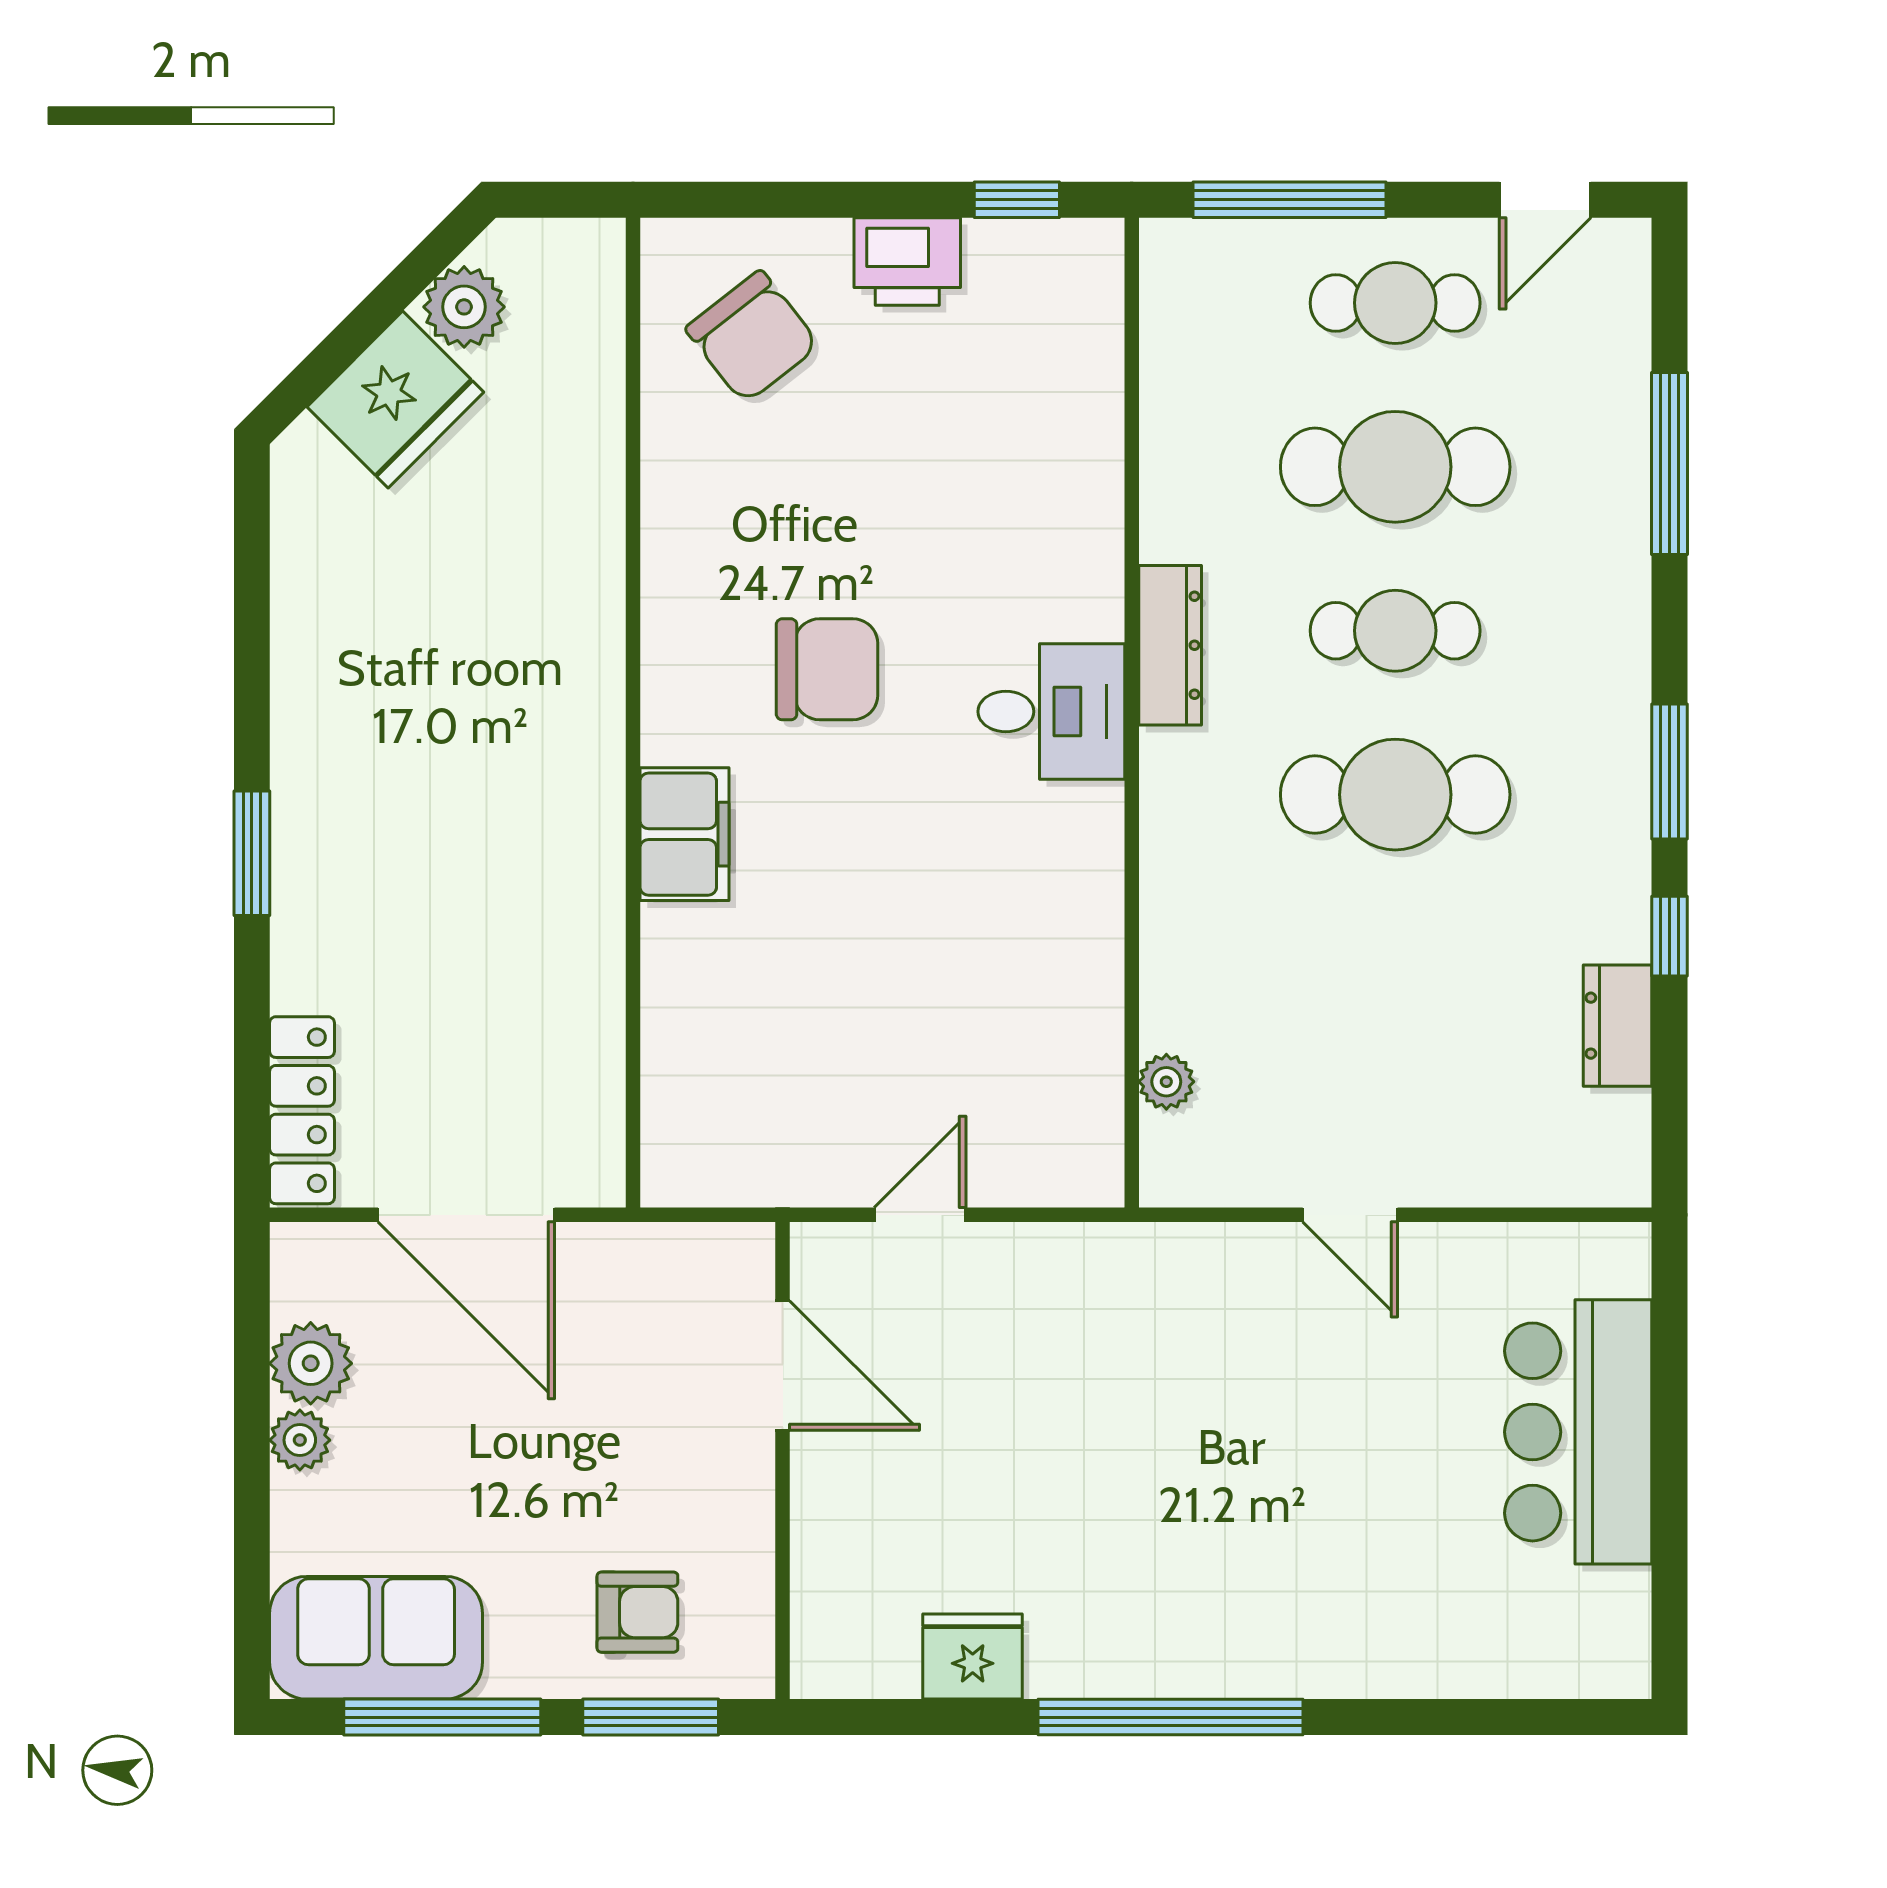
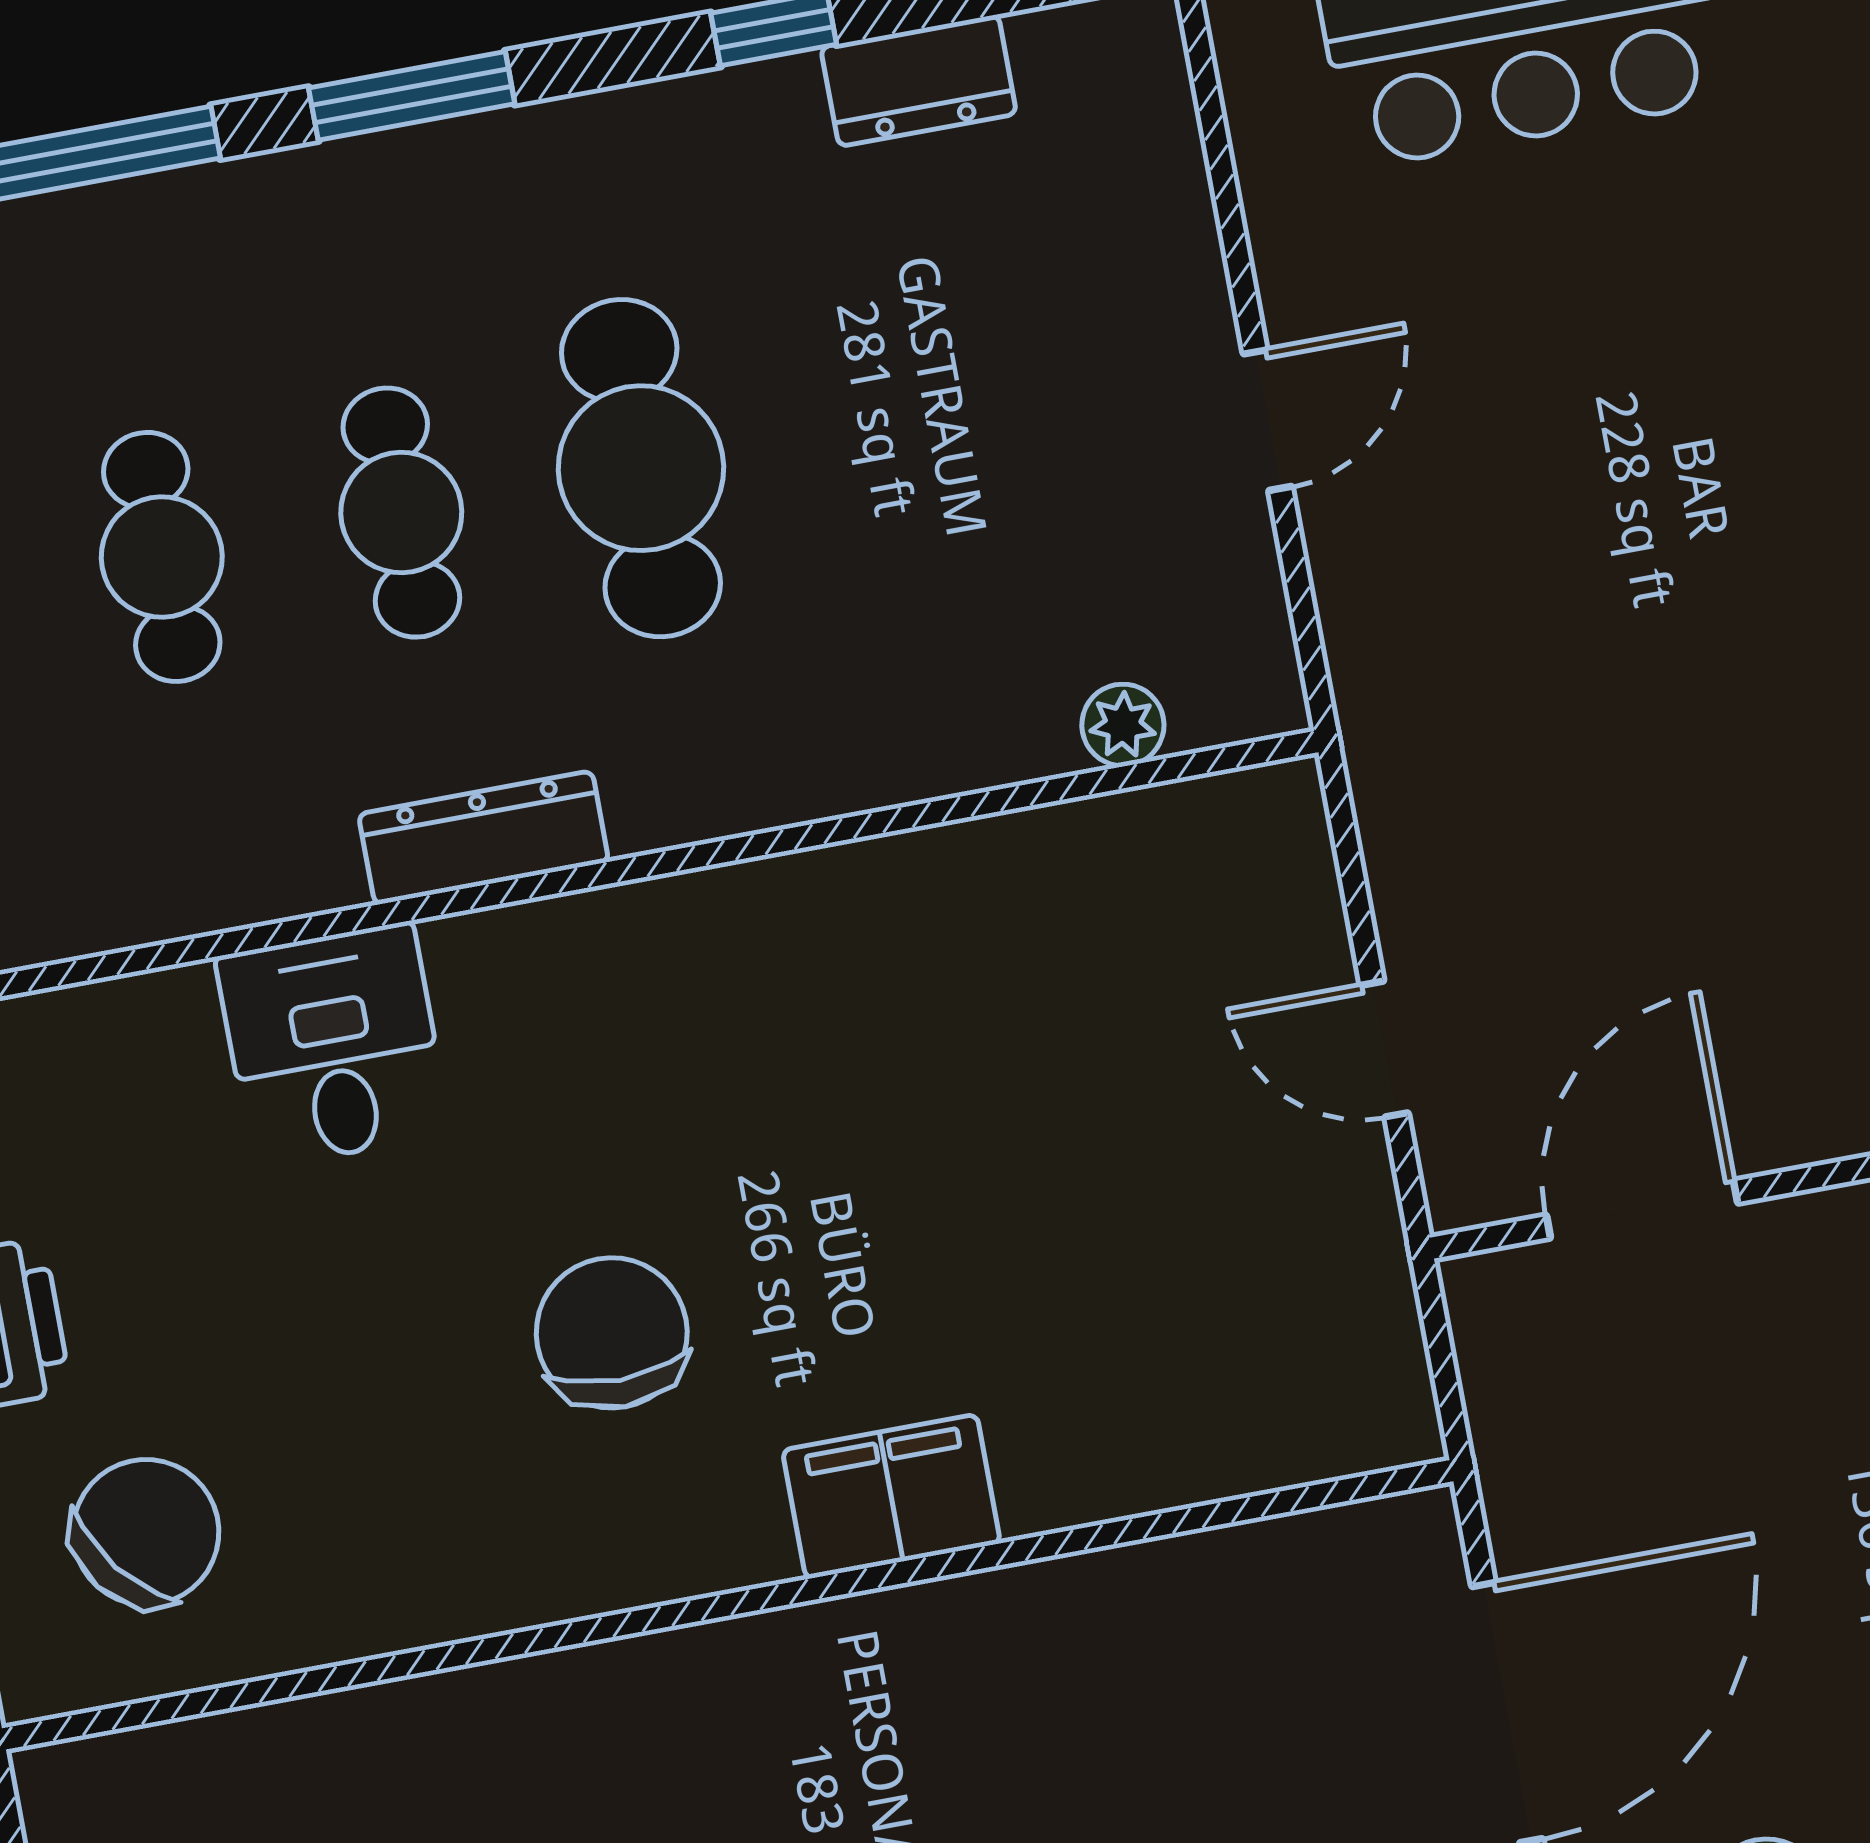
cafe table: (1395, 467) -> (162, 557), width x0.73, depth x0.74
desk: (1051, 712) -> (333, 1045), moved
window: (1669, 772) -> (412, 96), moved

